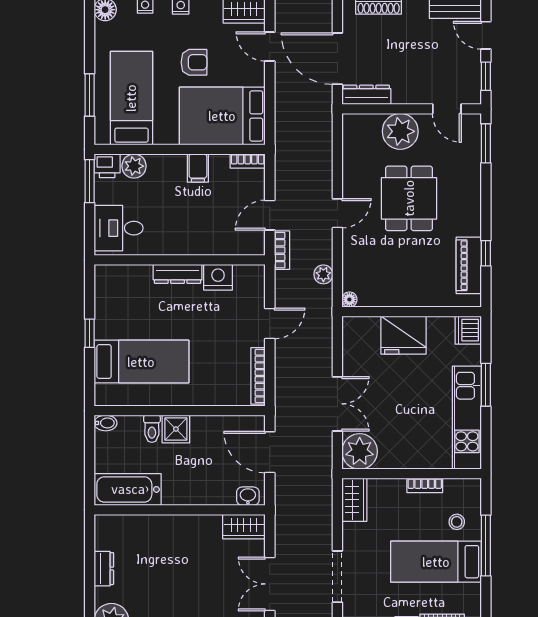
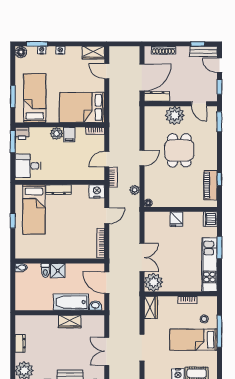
door: (337, 59) -> (142, 78), swing flipped
armchair: (194, 62) -> (67, 79), removed
plant: (134, 166) -> (57, 133), moved
nightstand: (218, 277) -> (97, 191), moved
fridge: (403, 335) -> (176, 219), width x0.53, depth x0.75
bed: (141, 362) -> (34, 209), moved, turned 90
bathtub: (128, 489) -> (71, 302), moved
wardrobe: (244, 527) -> (70, 321), moved

